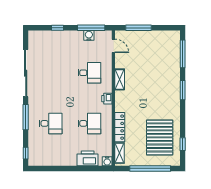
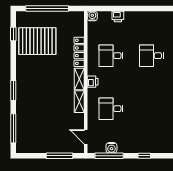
pallet: (160, 137) -> (37, 41), turned 90
shelving: (120, 153) -> (79, 79), moved
printer: (88, 158) -> (118, 16), width x0.53, depth x0.68

